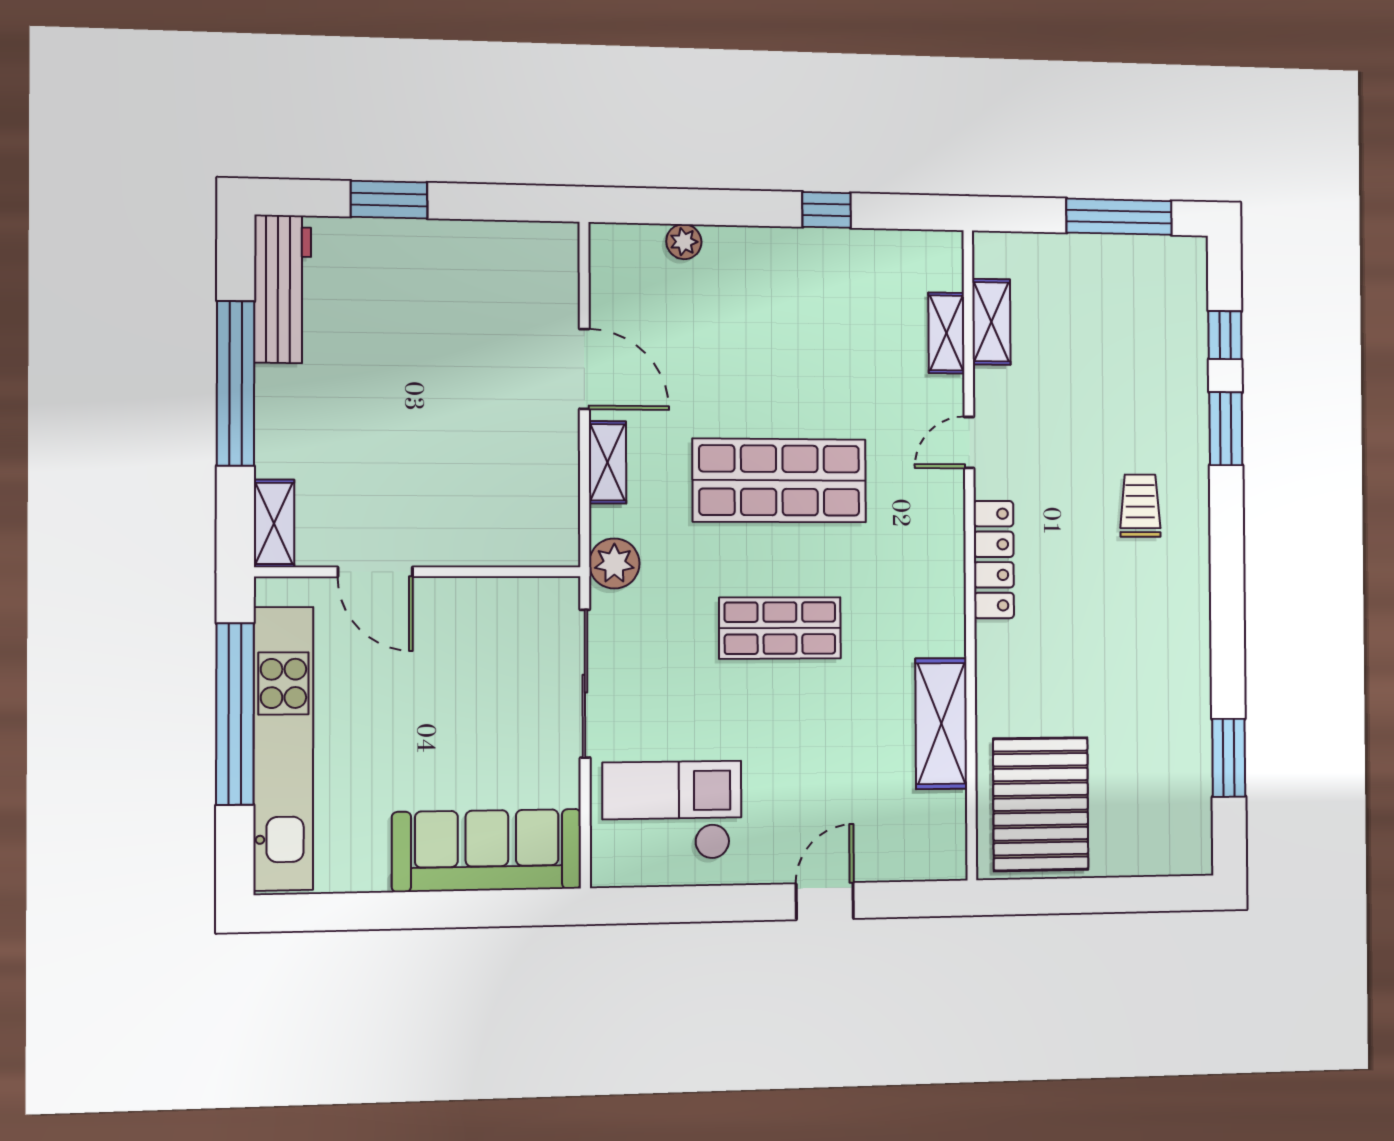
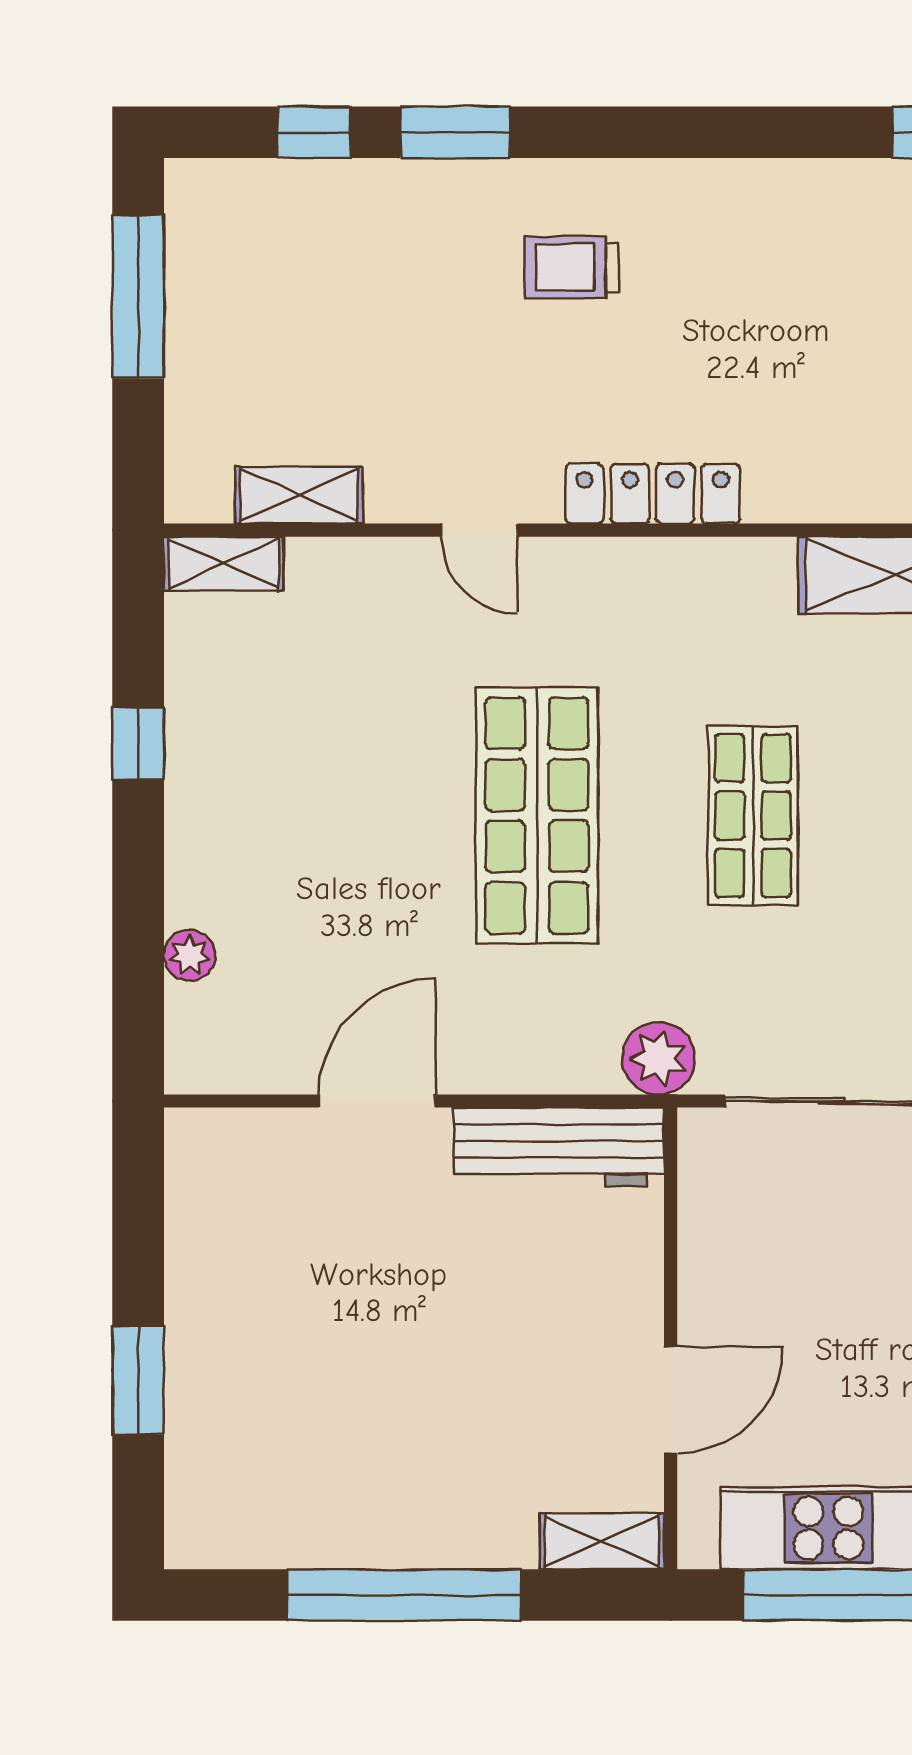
workbench: (283, 289) -> (559, 1147), moved, turned 180
shelving: (946, 333) -> (224, 564), moved
shelving: (607, 462) -> (512, 1068), removed

